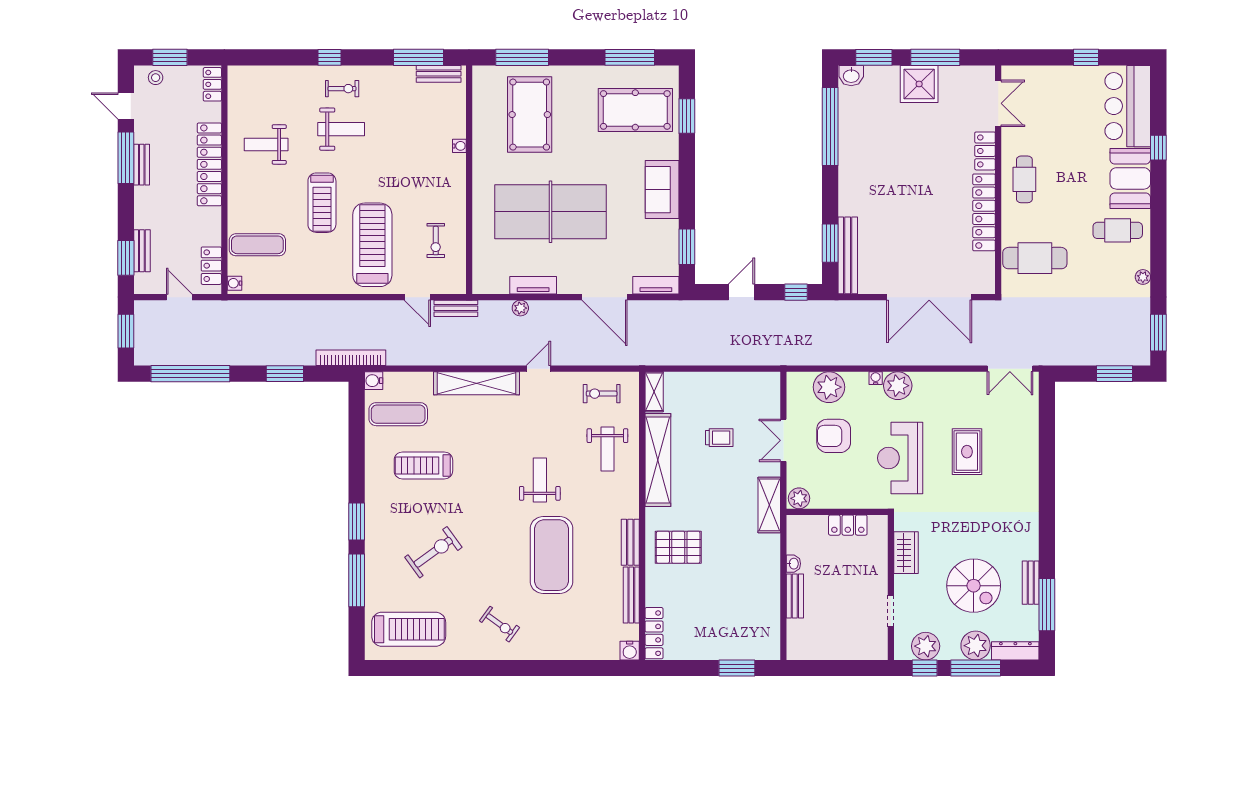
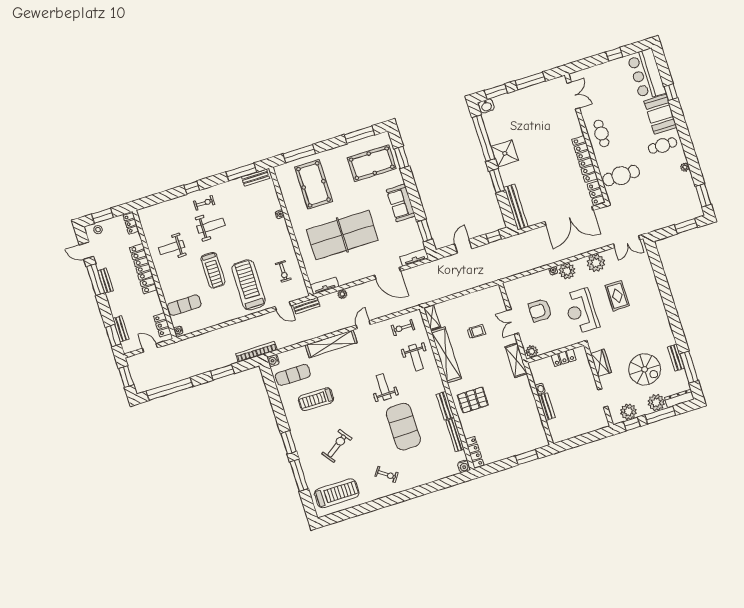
shower: (919, 84) -> (505, 153), moved
locker: (985, 151) -> (596, 193), moved
window: (830, 243) -> (497, 181), moved
tv unit: (533, 285) -> (324, 286), moved
plant: (829, 387) -> (596, 263), moved

